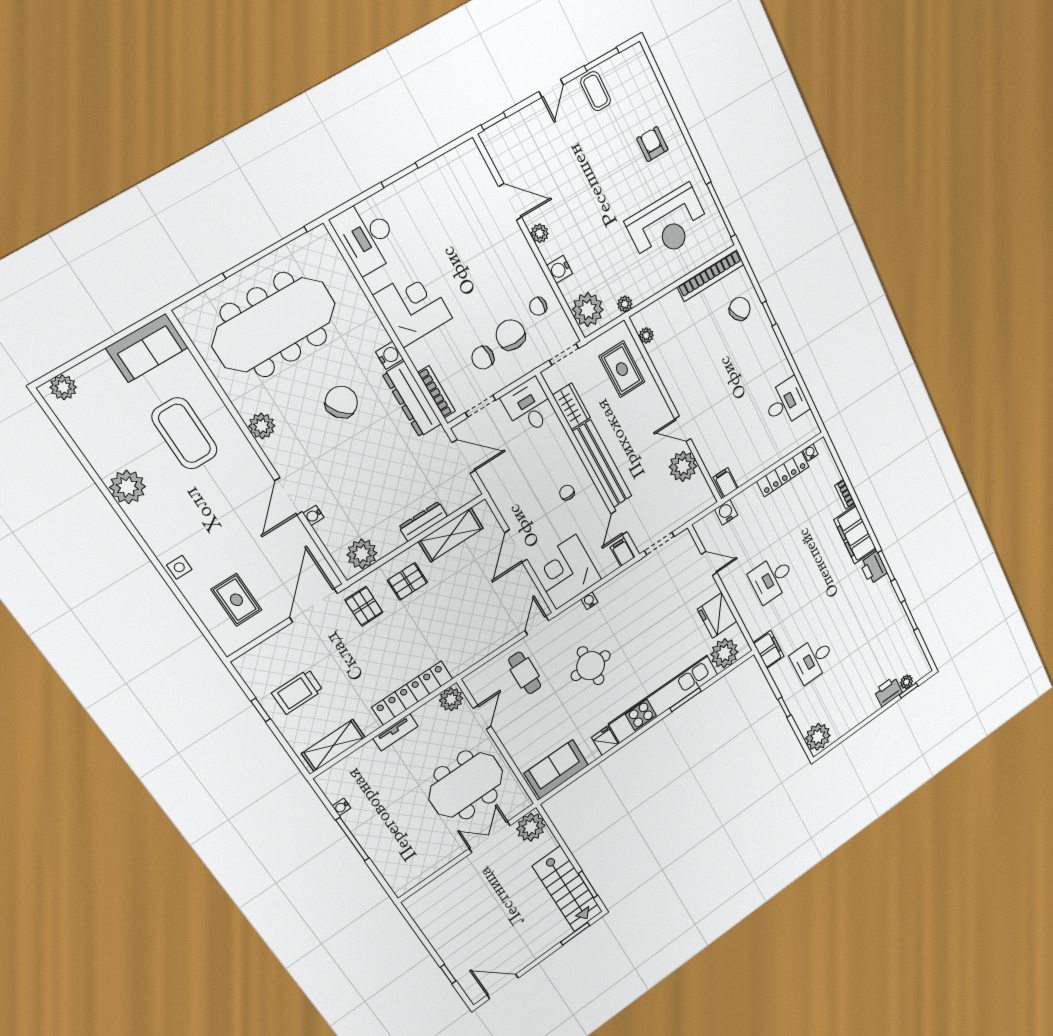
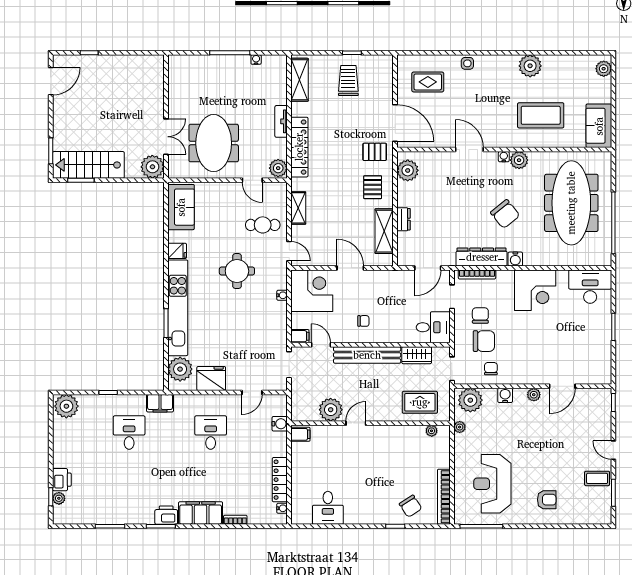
water cooler: (313, 515) -> (504, 157), moved
dresser: (423, 521) -> (404, 219), width x0.70
shelving: (483, 648) -> (298, 208), added

